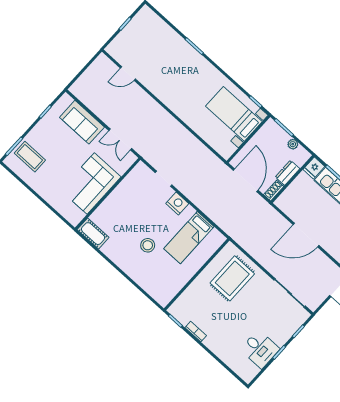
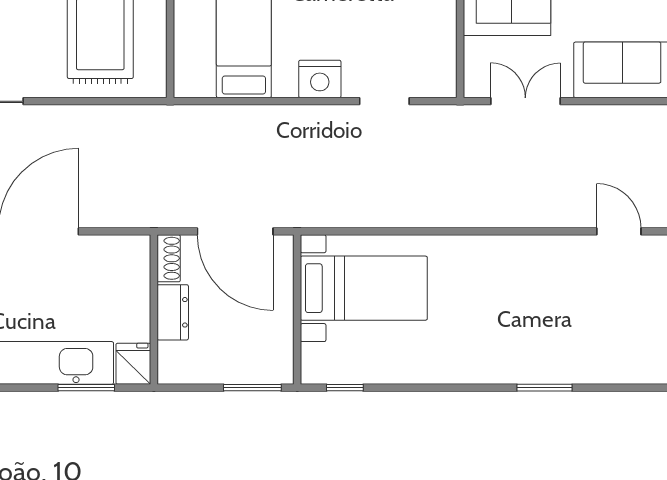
door: (128, 73) -> (619, 231), hinge flipped
bed with nightstands: (234, 114) -> (364, 288), moved
plant: (293, 144) -> (210, 372), removed

